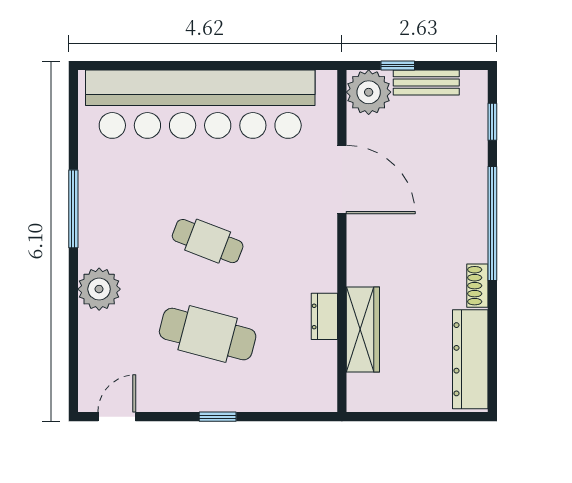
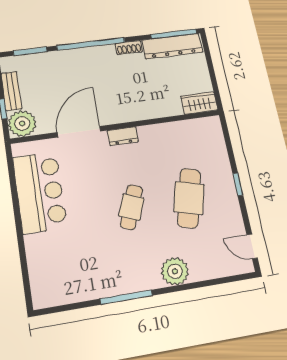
bar counter: (200, 104) -> (40, 192), width x0.54
window: (492, 122) -> (30, 51), width x1.50
dresser: (324, 316) -> (123, 136), moved
wardrobe: (363, 329) -> (199, 103), moved, width x0.67
window: (492, 366) -> (174, 34), added

